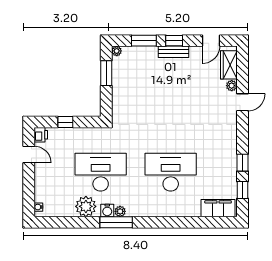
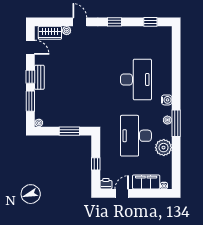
window: (106, 73) -> (69, 131), moved
window: (242, 163) -> (114, 22), moved
desk: (171, 172) -> (136, 80), turned 180
filing cabinet: (218, 208) -> (146, 182), moved, turned 90
water cooler: (107, 210) -> (167, 100), moved

